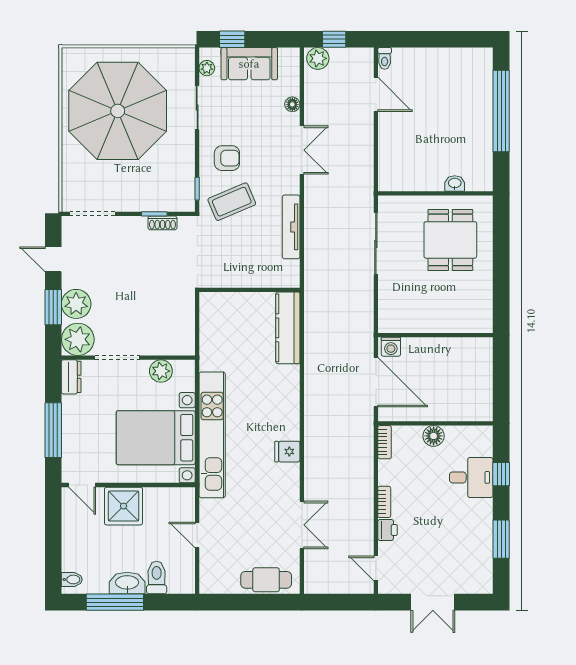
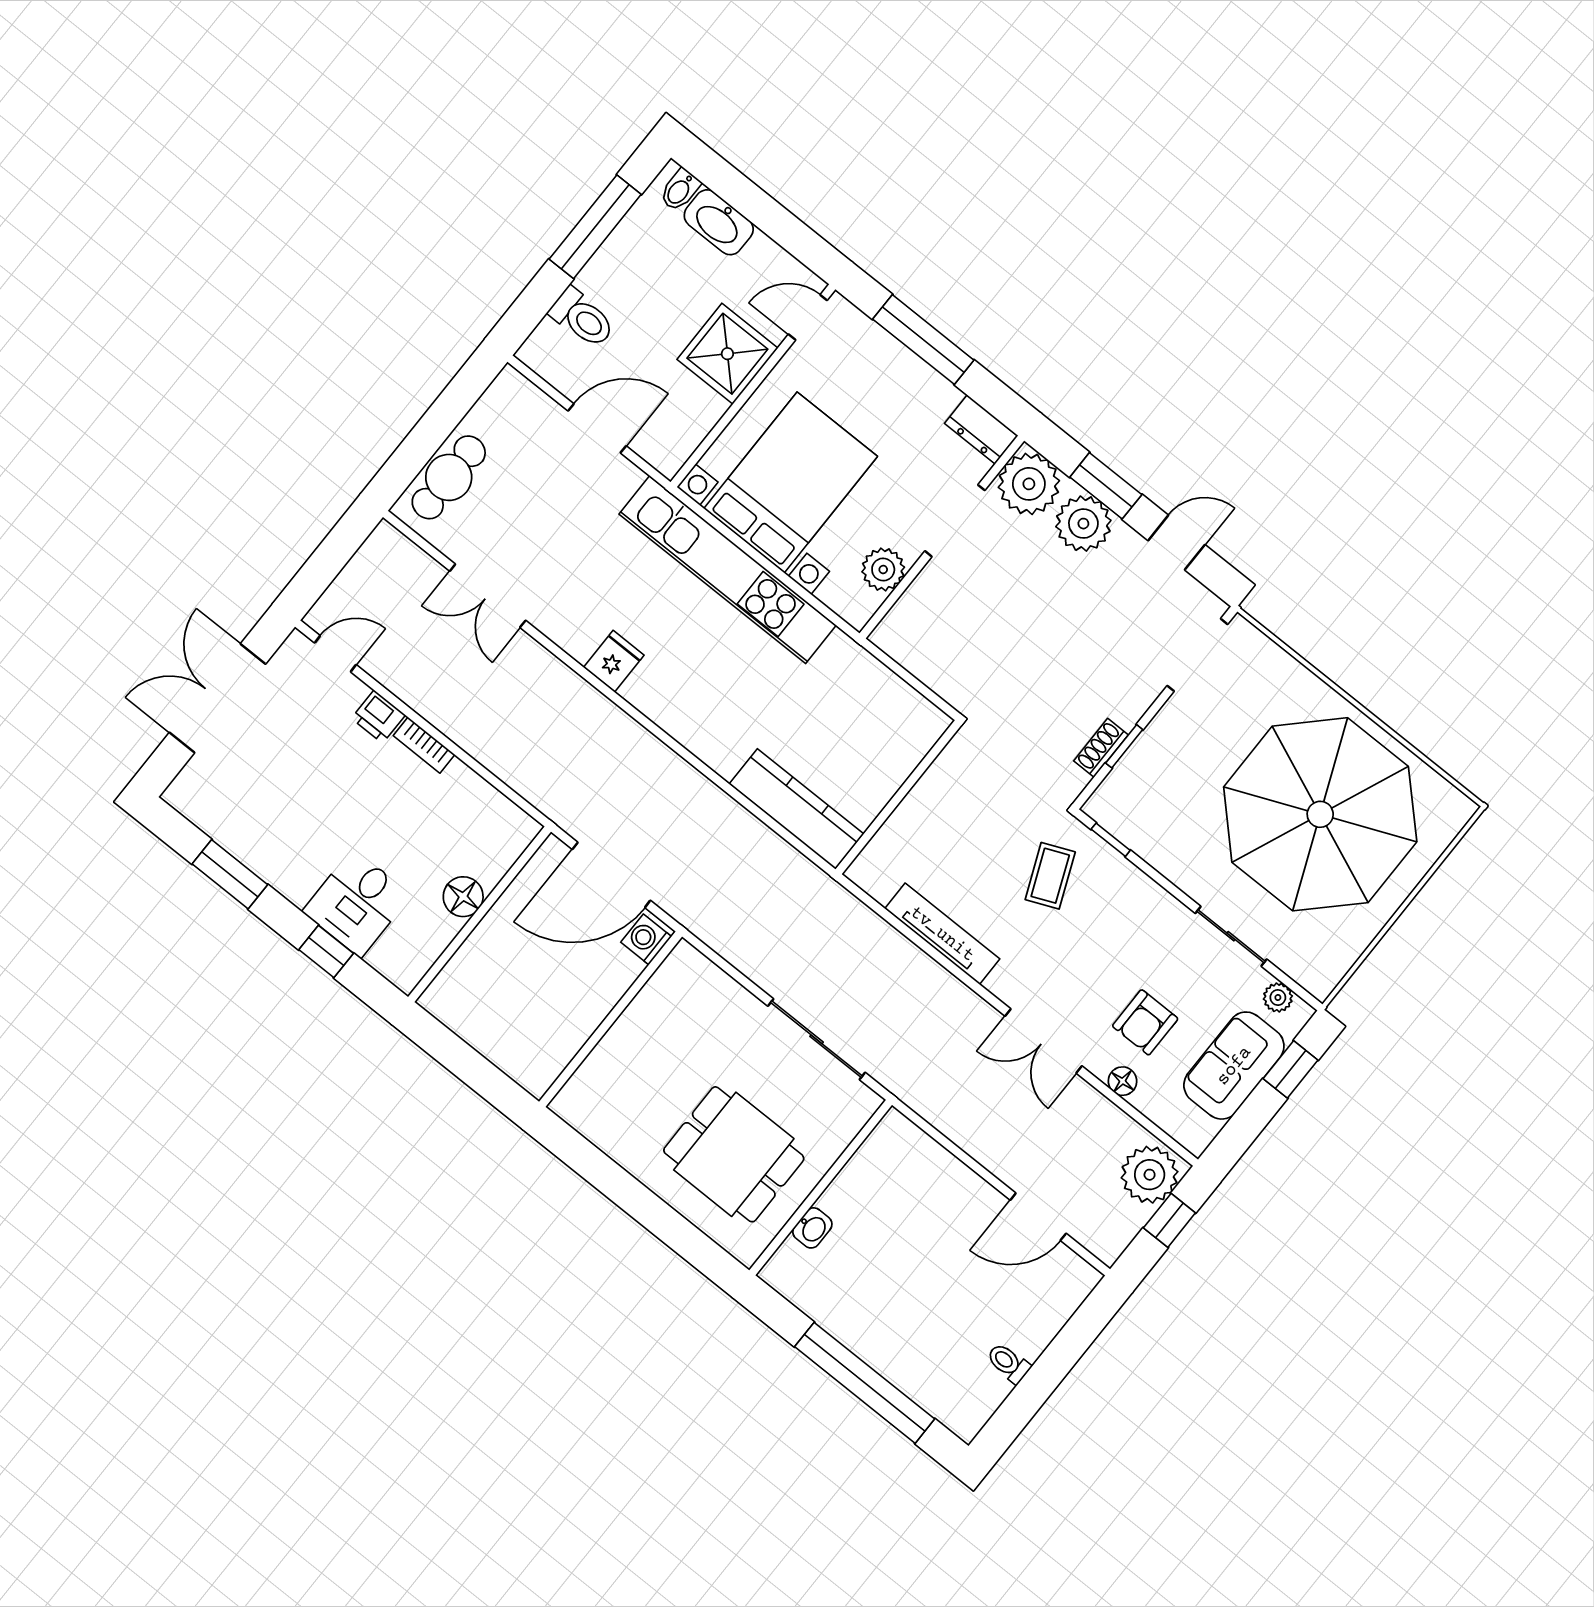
plant: (318, 58) -> (1150, 1175), width x1.36, depth x1.36
toilet: (385, 58) -> (1008, 1363), moved
armchair: (227, 158) -> (1145, 1022), moved
coffee table: (232, 202) -> (1050, 876), width x0.73, depth x0.77
bookcase: (385, 442) -> (512, 817), removed
door: (197, 535) -> (597, 428), width x1.38
washbasin: (127, 583) -> (719, 222), moved, turned 90
double door: (433, 602) -> (217, 698), width x1.37

